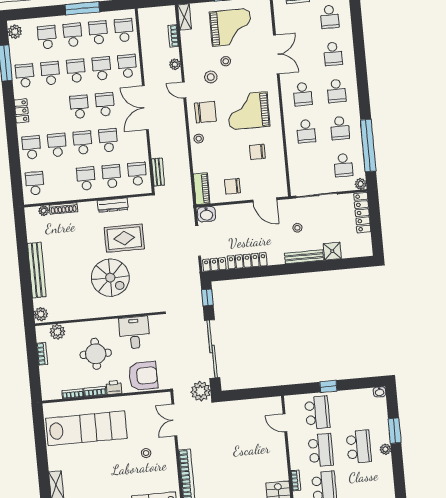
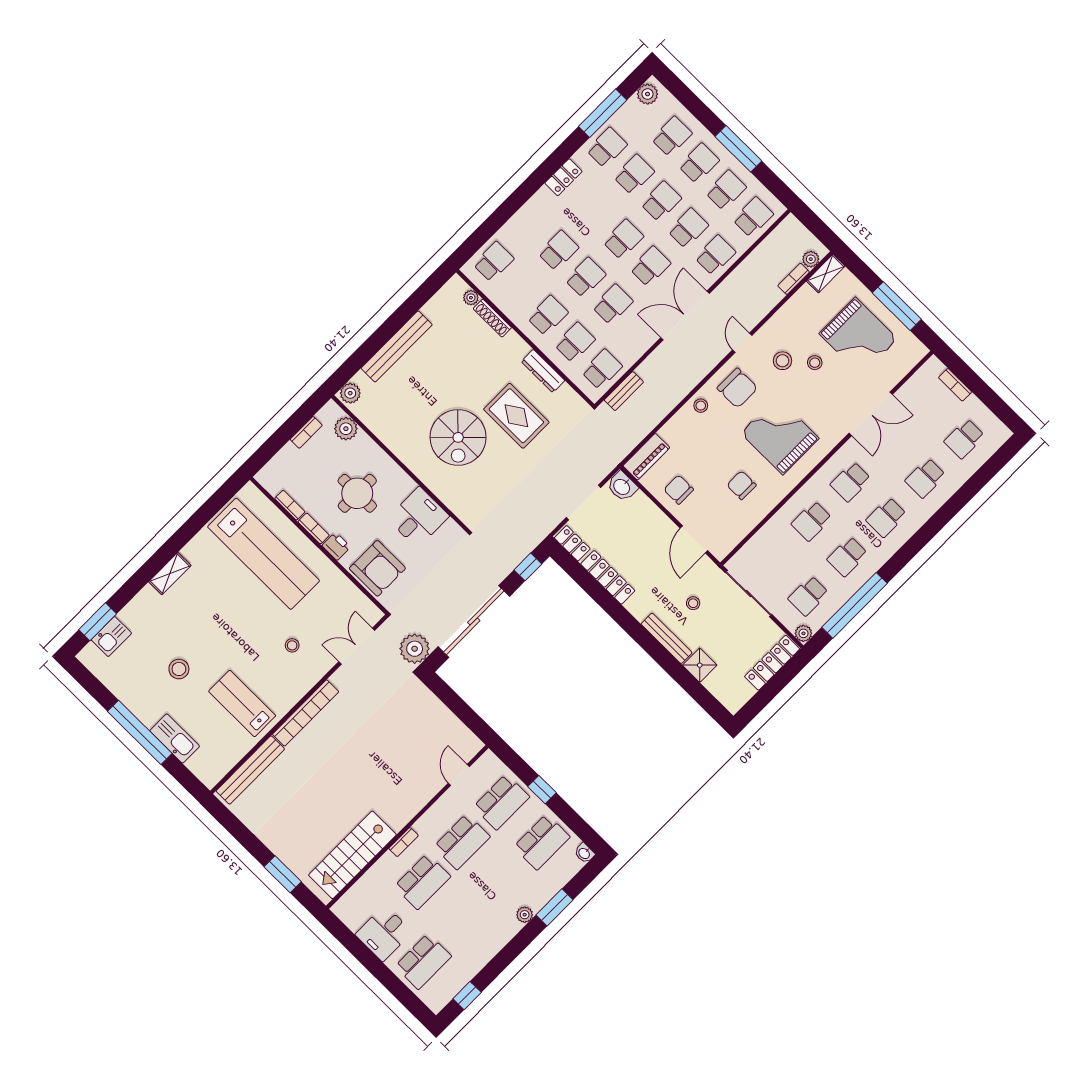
plant: (175, 64) -> (811, 259), moved
school desk: (31, 147) -> (531, 223), removed
school desk: (359, 447) -> (542, 842), moved

